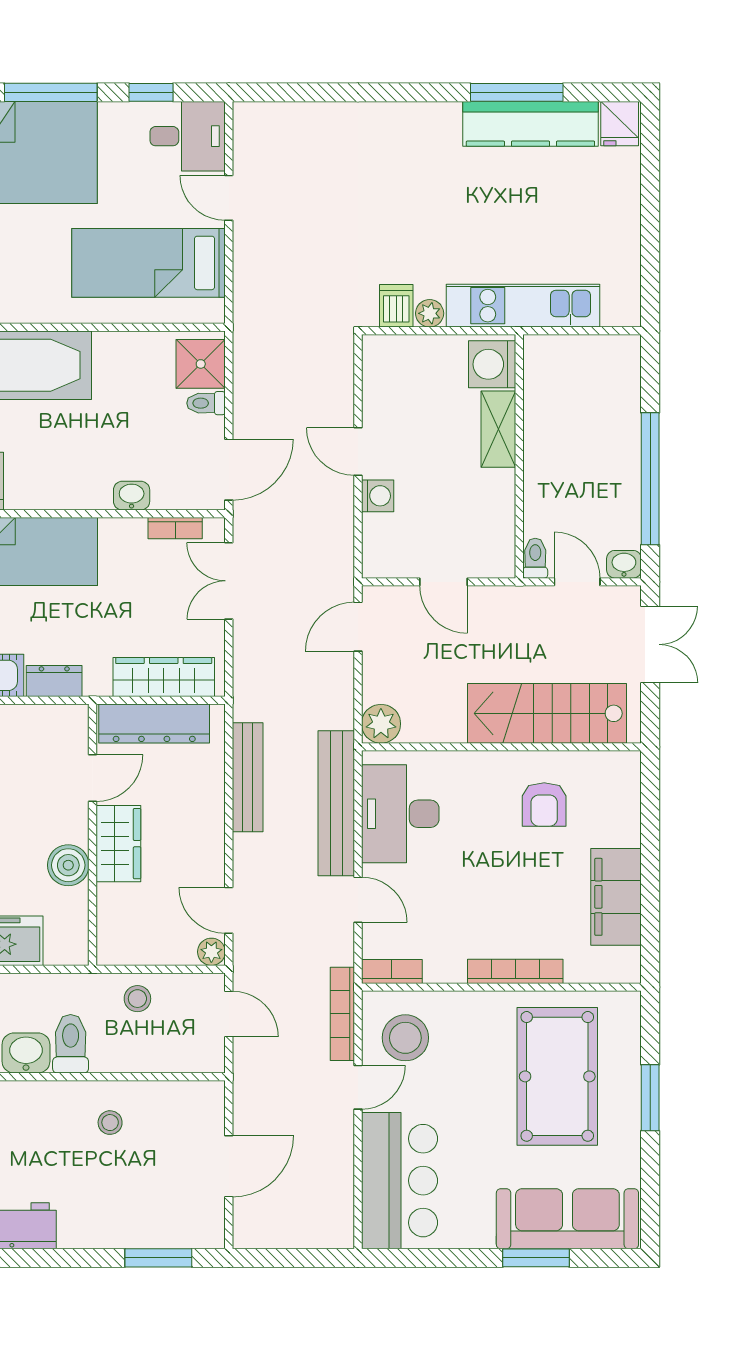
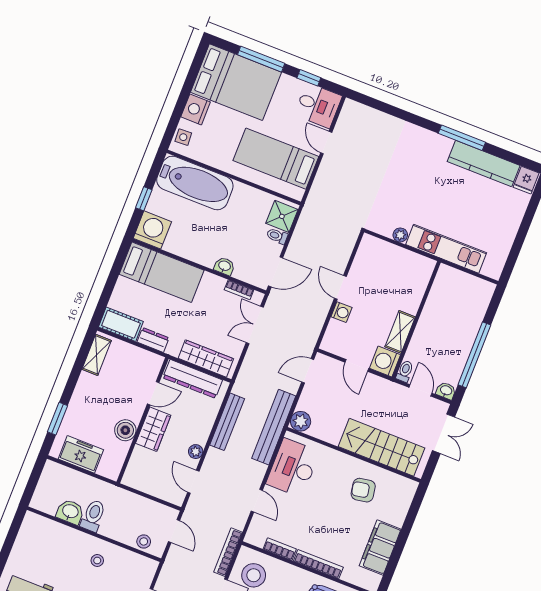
window: (517, 92) -> (462, 138), moved
dishwasher: (396, 306) -> (386, 225), removed
washing machine: (492, 364) -> (385, 362), moved
shelving: (498, 429) -> (400, 332), moved
bench: (336, 803) -> (274, 427), moved
armchair: (544, 804) -> (363, 490), turned 80
plant: (211, 952) -> (196, 452), moved
bookcase: (392, 971) -> (280, 549), moved
stool: (137, 999) -> (144, 541), moved

